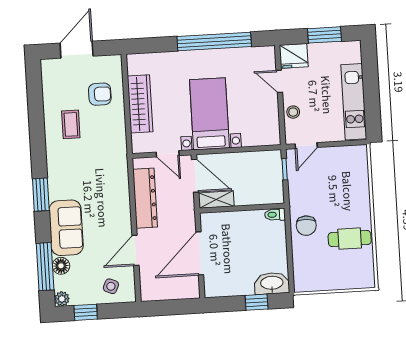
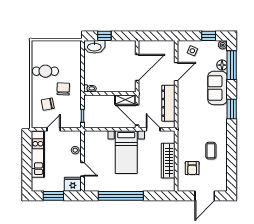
armchair: (100, 94) -> (192, 168), turned -90
door: (306, 146) -> (54, 129), moved
chair: (343, 185) -> (48, 104), added
chair: (306, 226) -> (63, 89), moved

